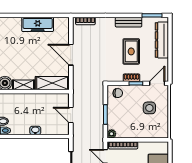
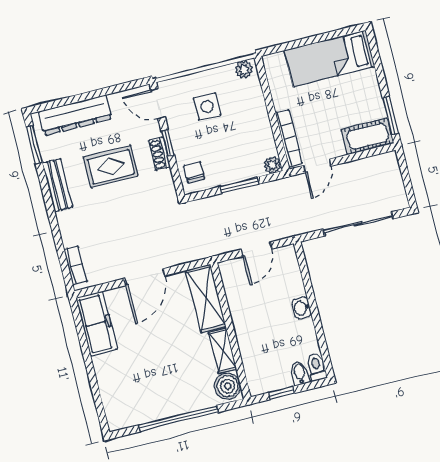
freezer: (38, 24) -> (97, 323), moved
plant: (164, 131) -> (244, 70), added

